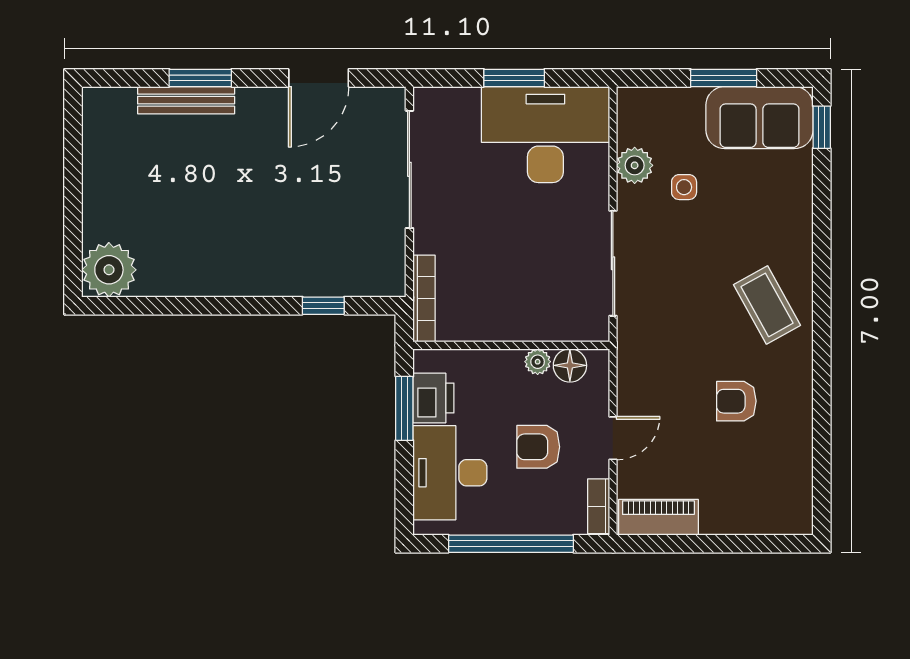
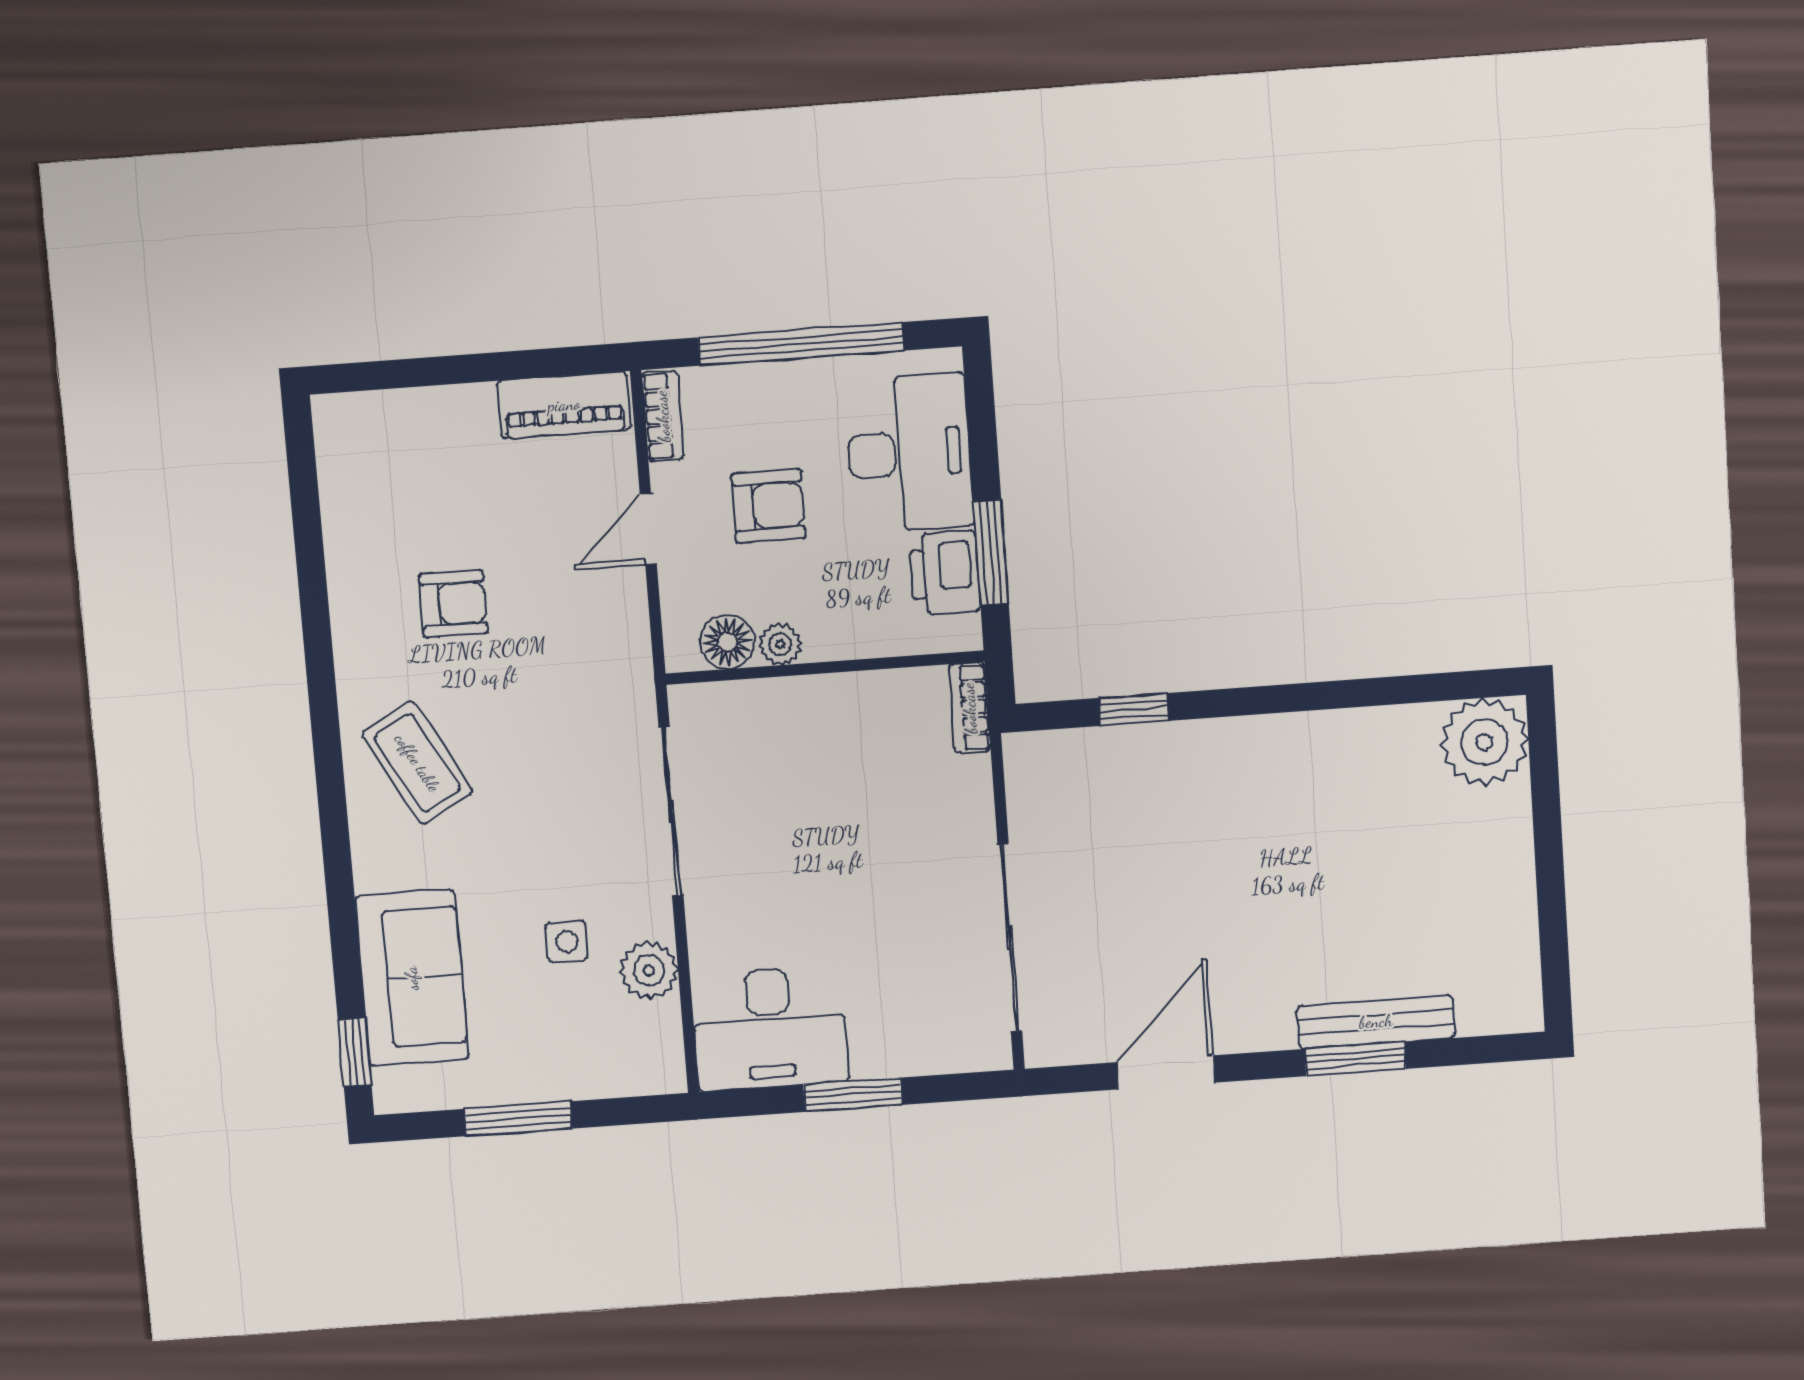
sofa: (759, 118) -> (412, 978), moved, turned 90
desk: (545, 135) -> (770, 1028), width x0.73, depth x0.77
bookcase: (424, 298) -> (970, 708), width x0.64

